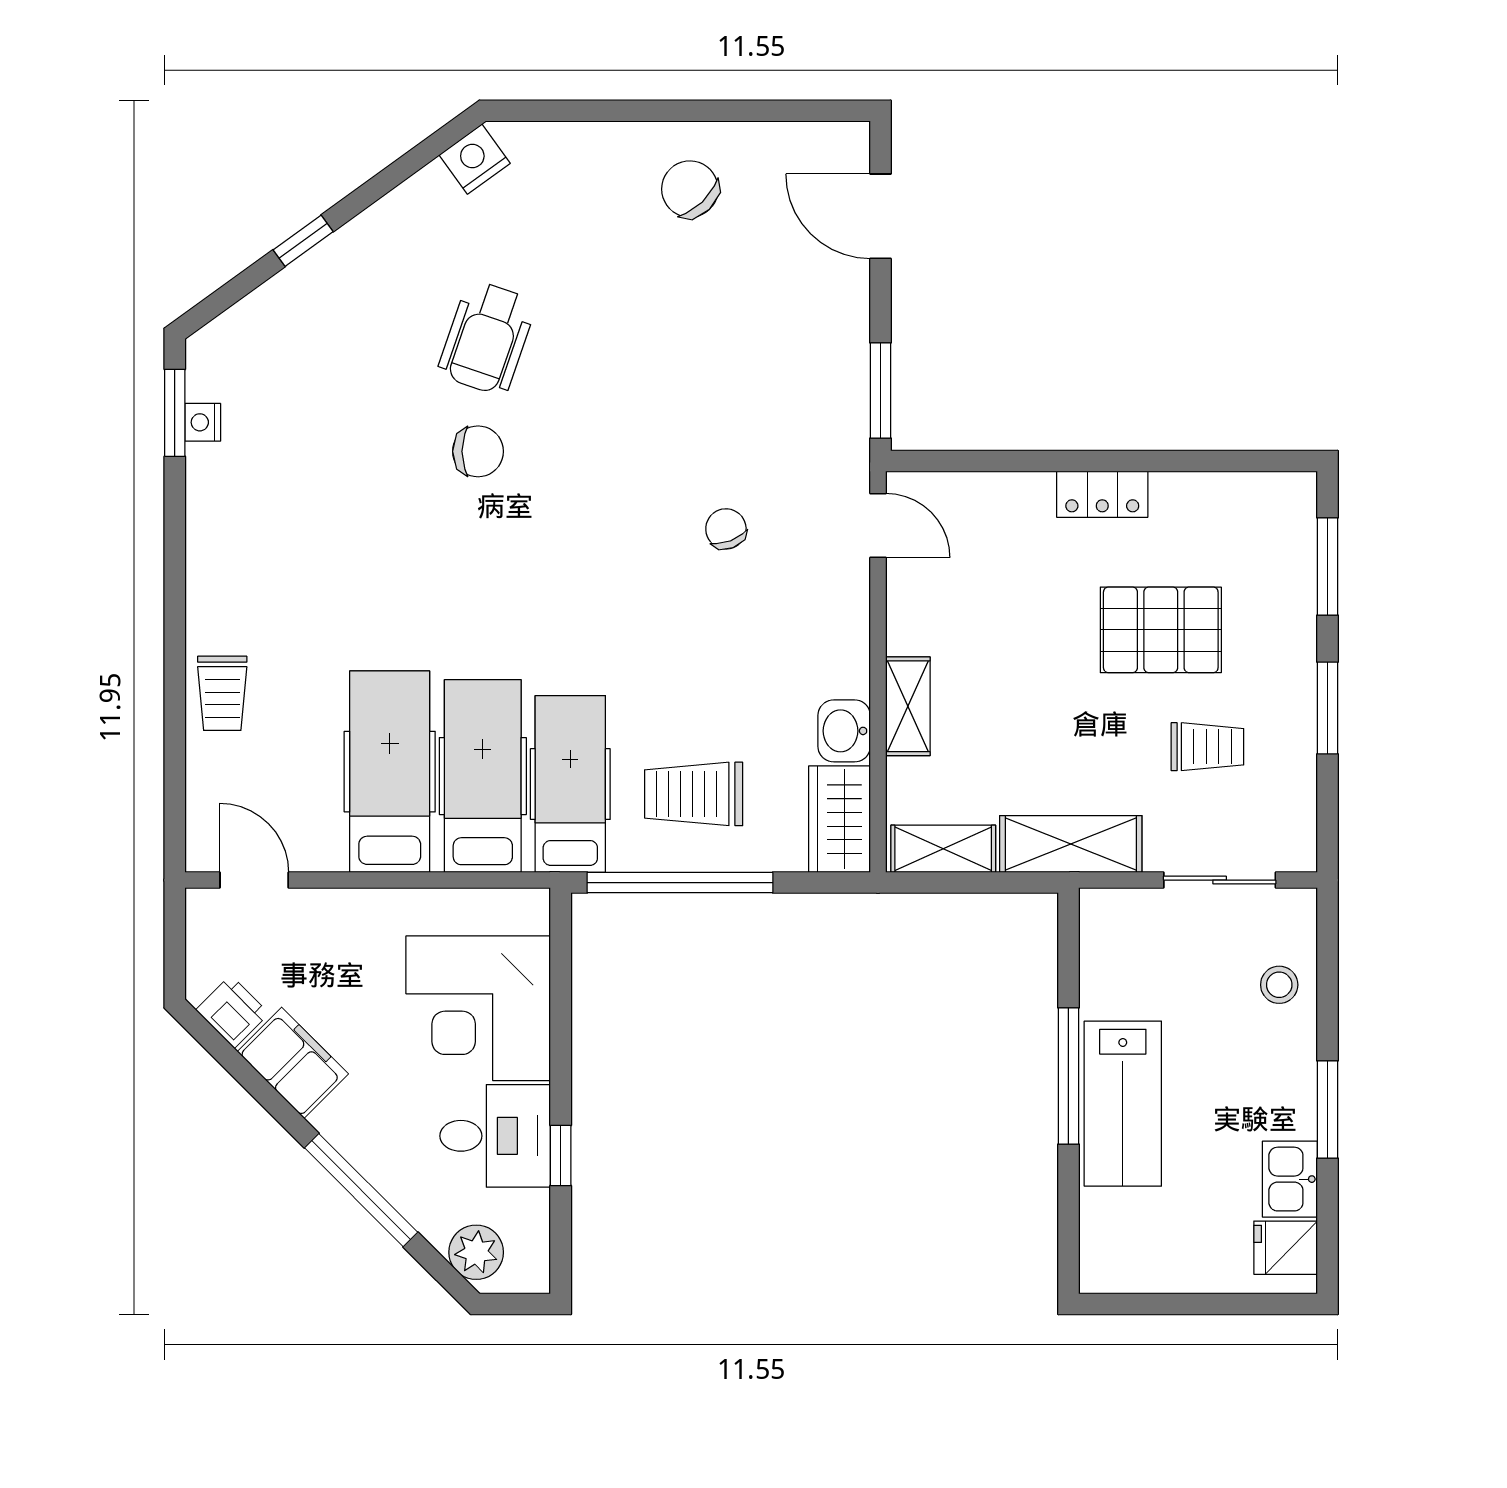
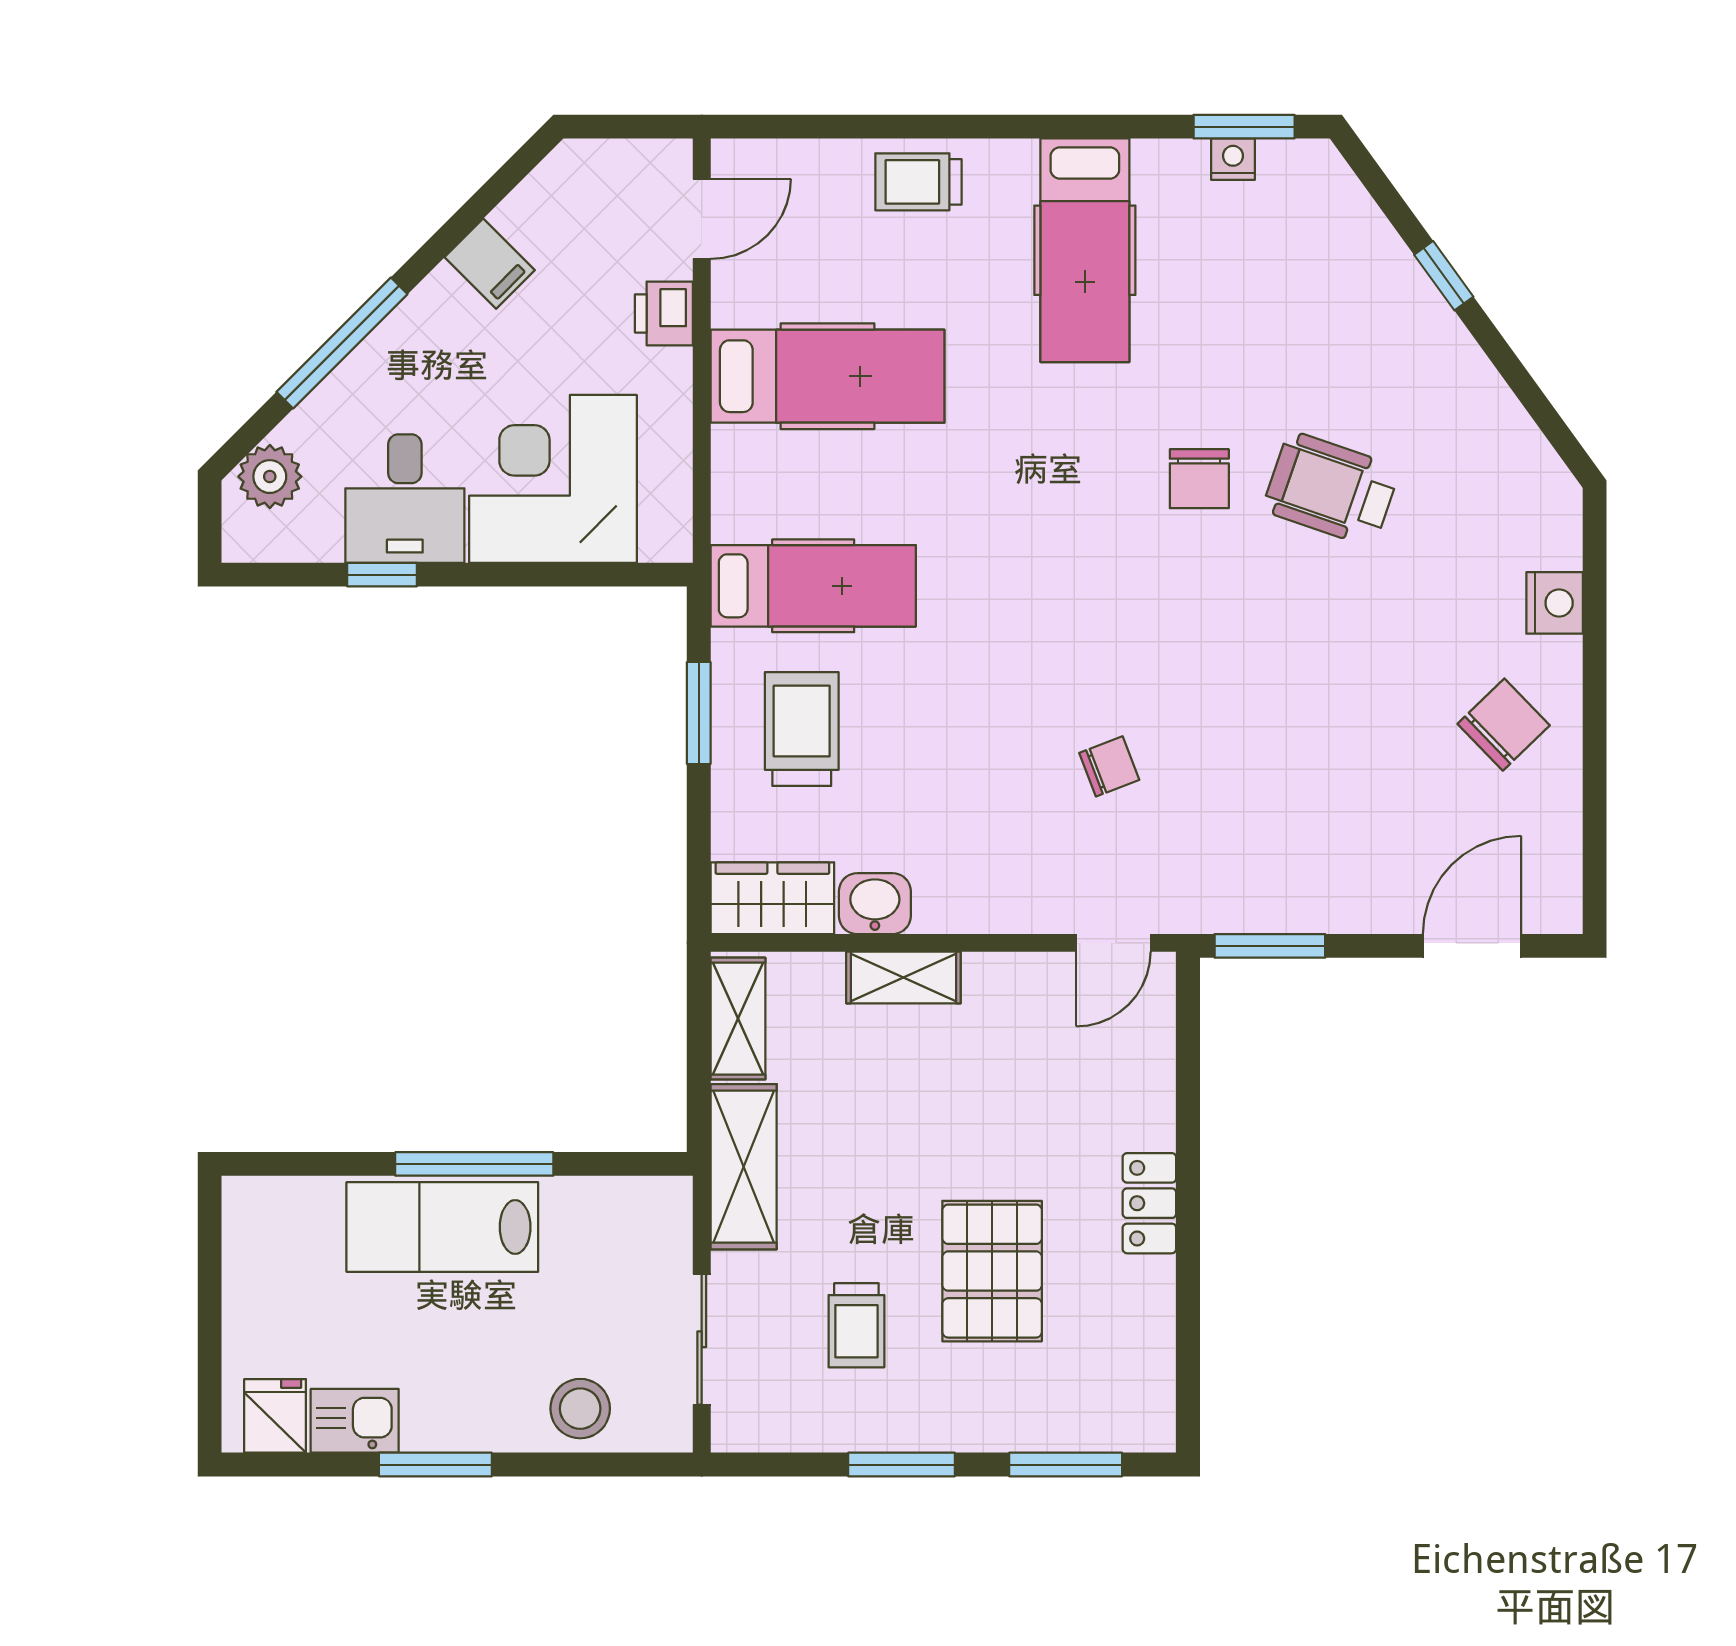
nightstand: (475, 159) -> (1555, 603), moved, turned 36
hospital bed: (483, 776) -> (1085, 250), moved, turned 90
window: (680, 883) -> (699, 713), width x0.47
stool: (1279, 985) -> (580, 1409), width x1.37, depth x1.37
printer: (232, 1012) -> (664, 313), moved, turned 135
filing cabinet: (293, 1063) -> (490, 264), width x0.50

